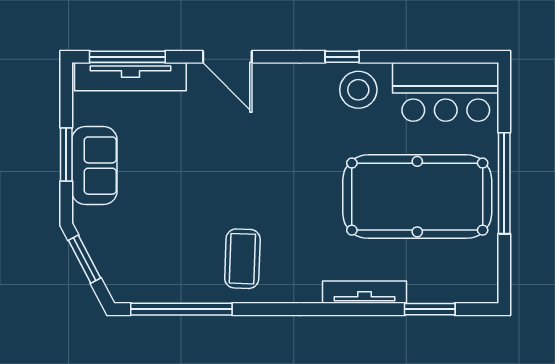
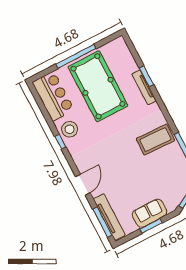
coffee table: (242, 259) -> (155, 140), width x1.36, depth x1.32
window: (430, 309) -> (146, 76), moved

